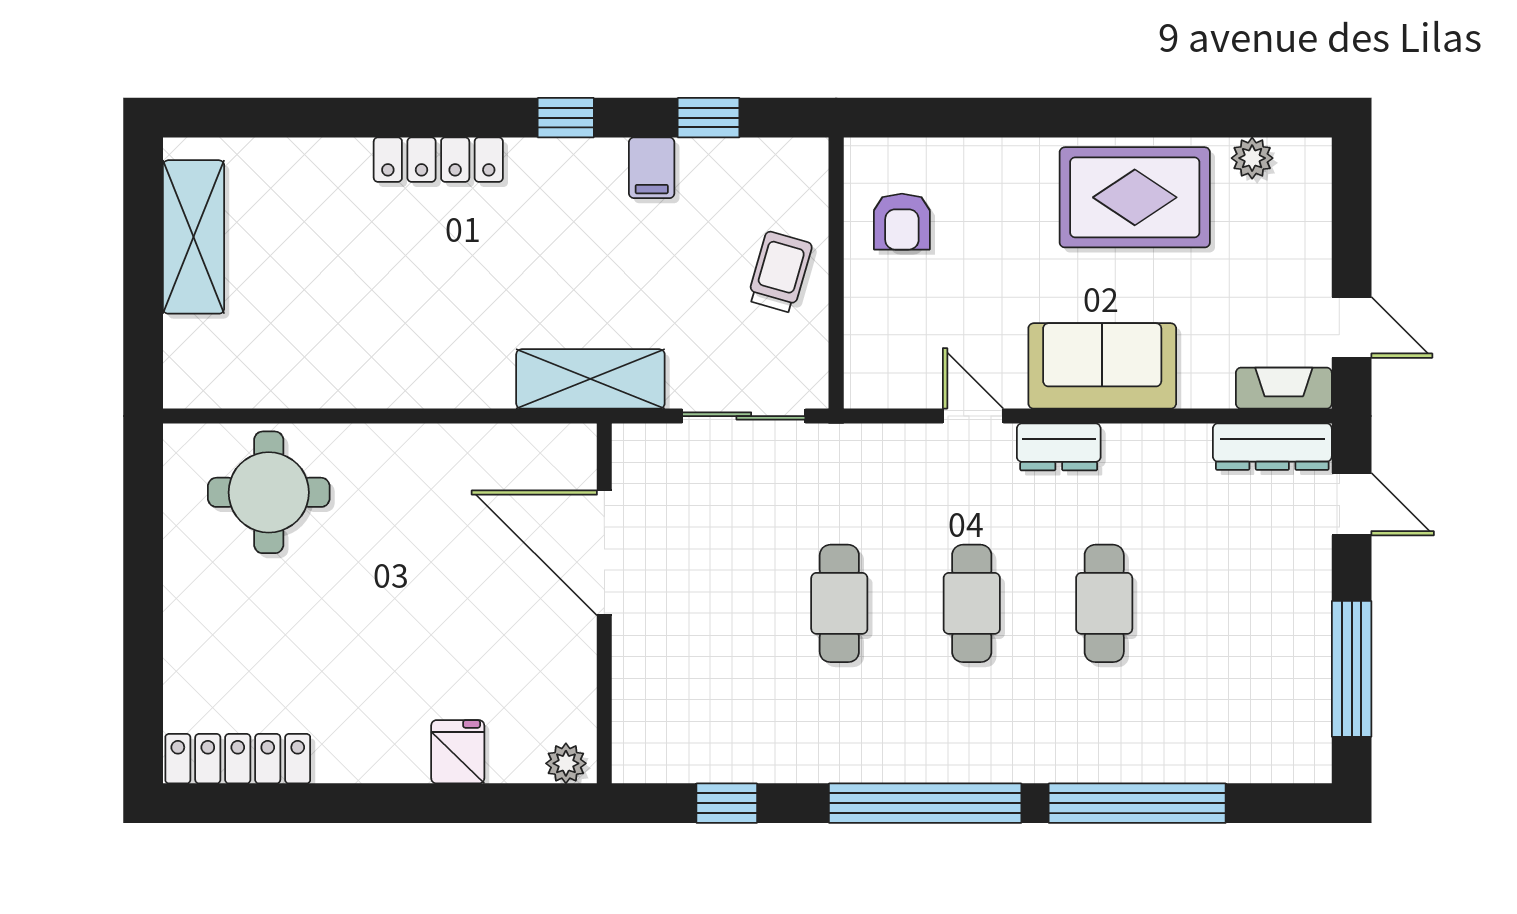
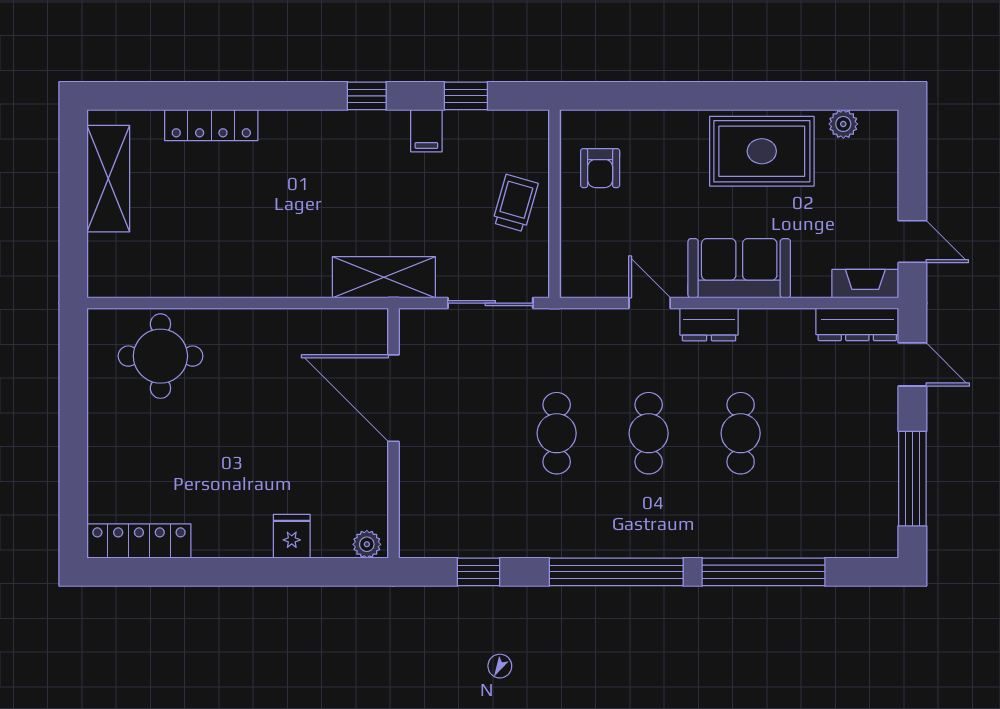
locker: (438, 160) -> (211, 125), moved

